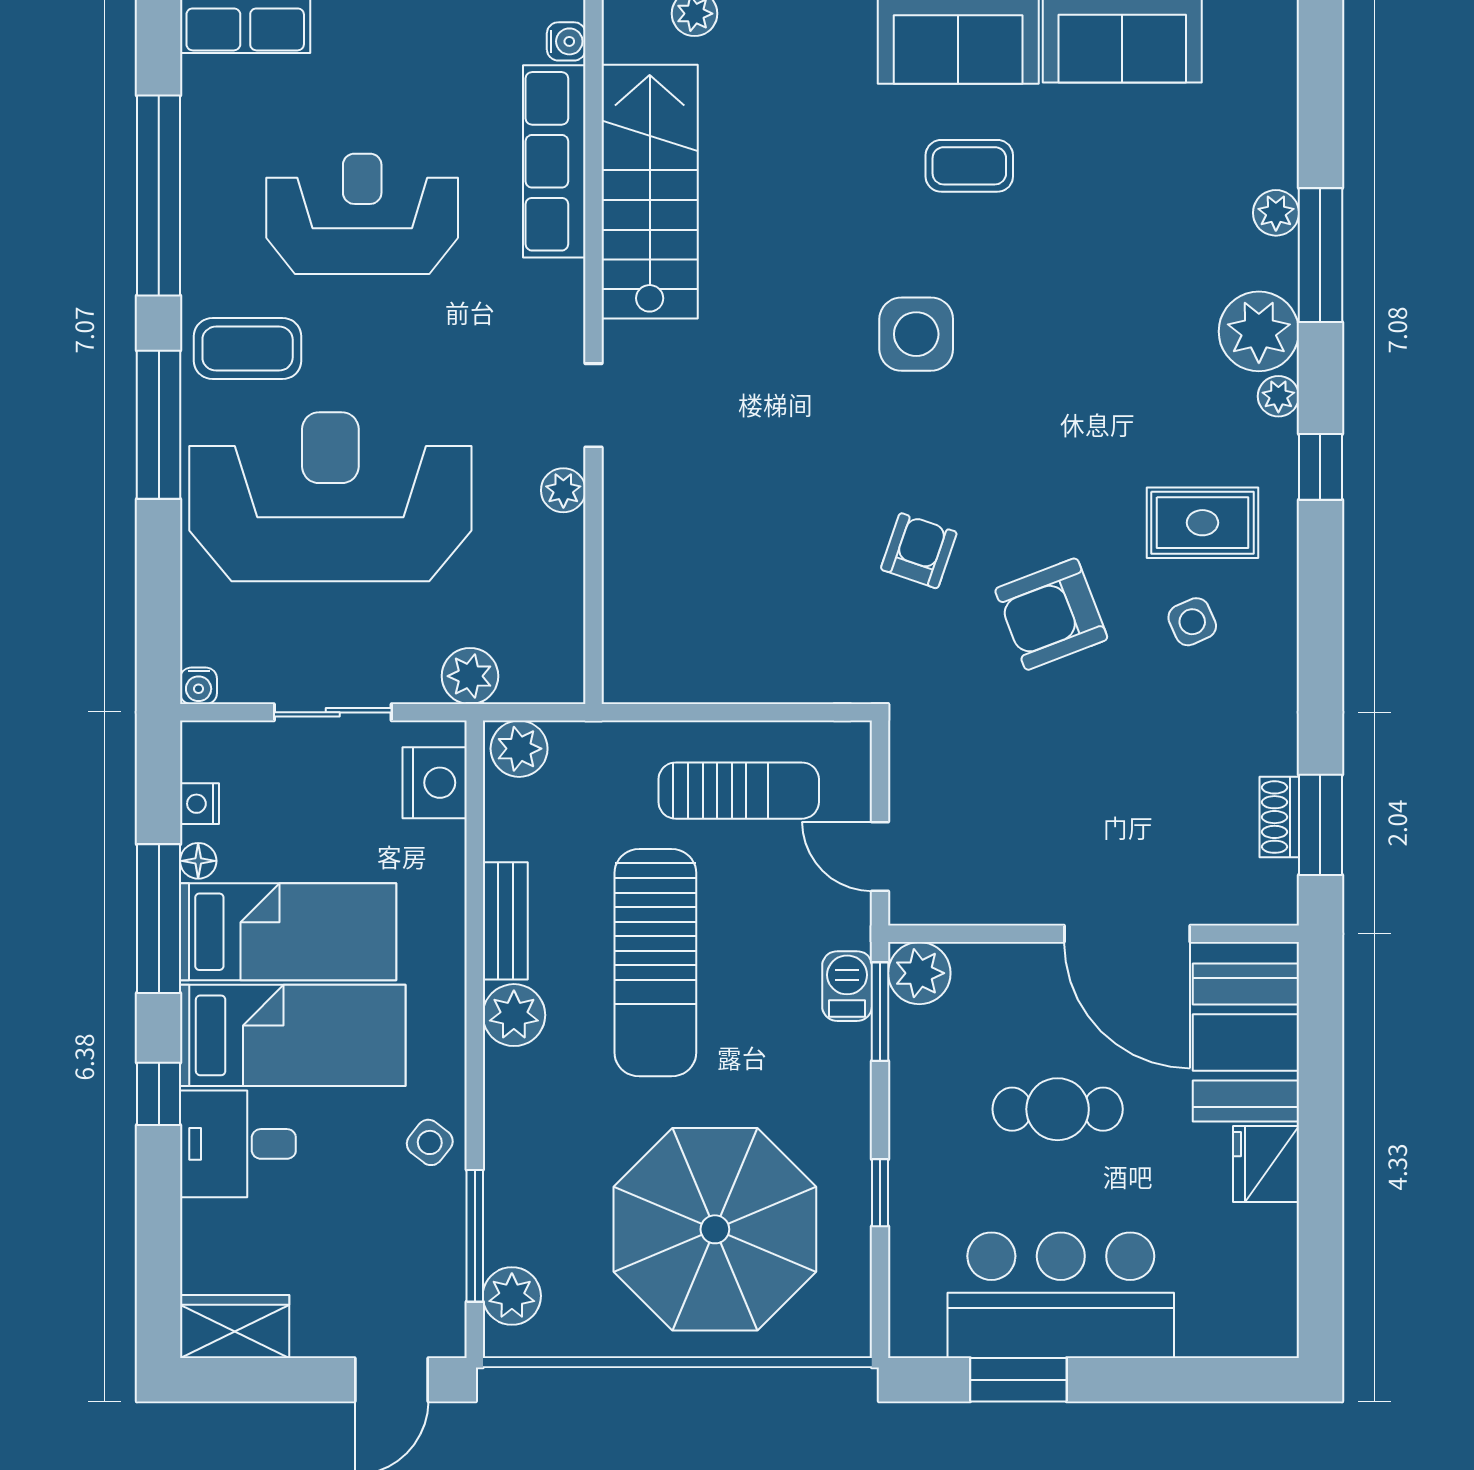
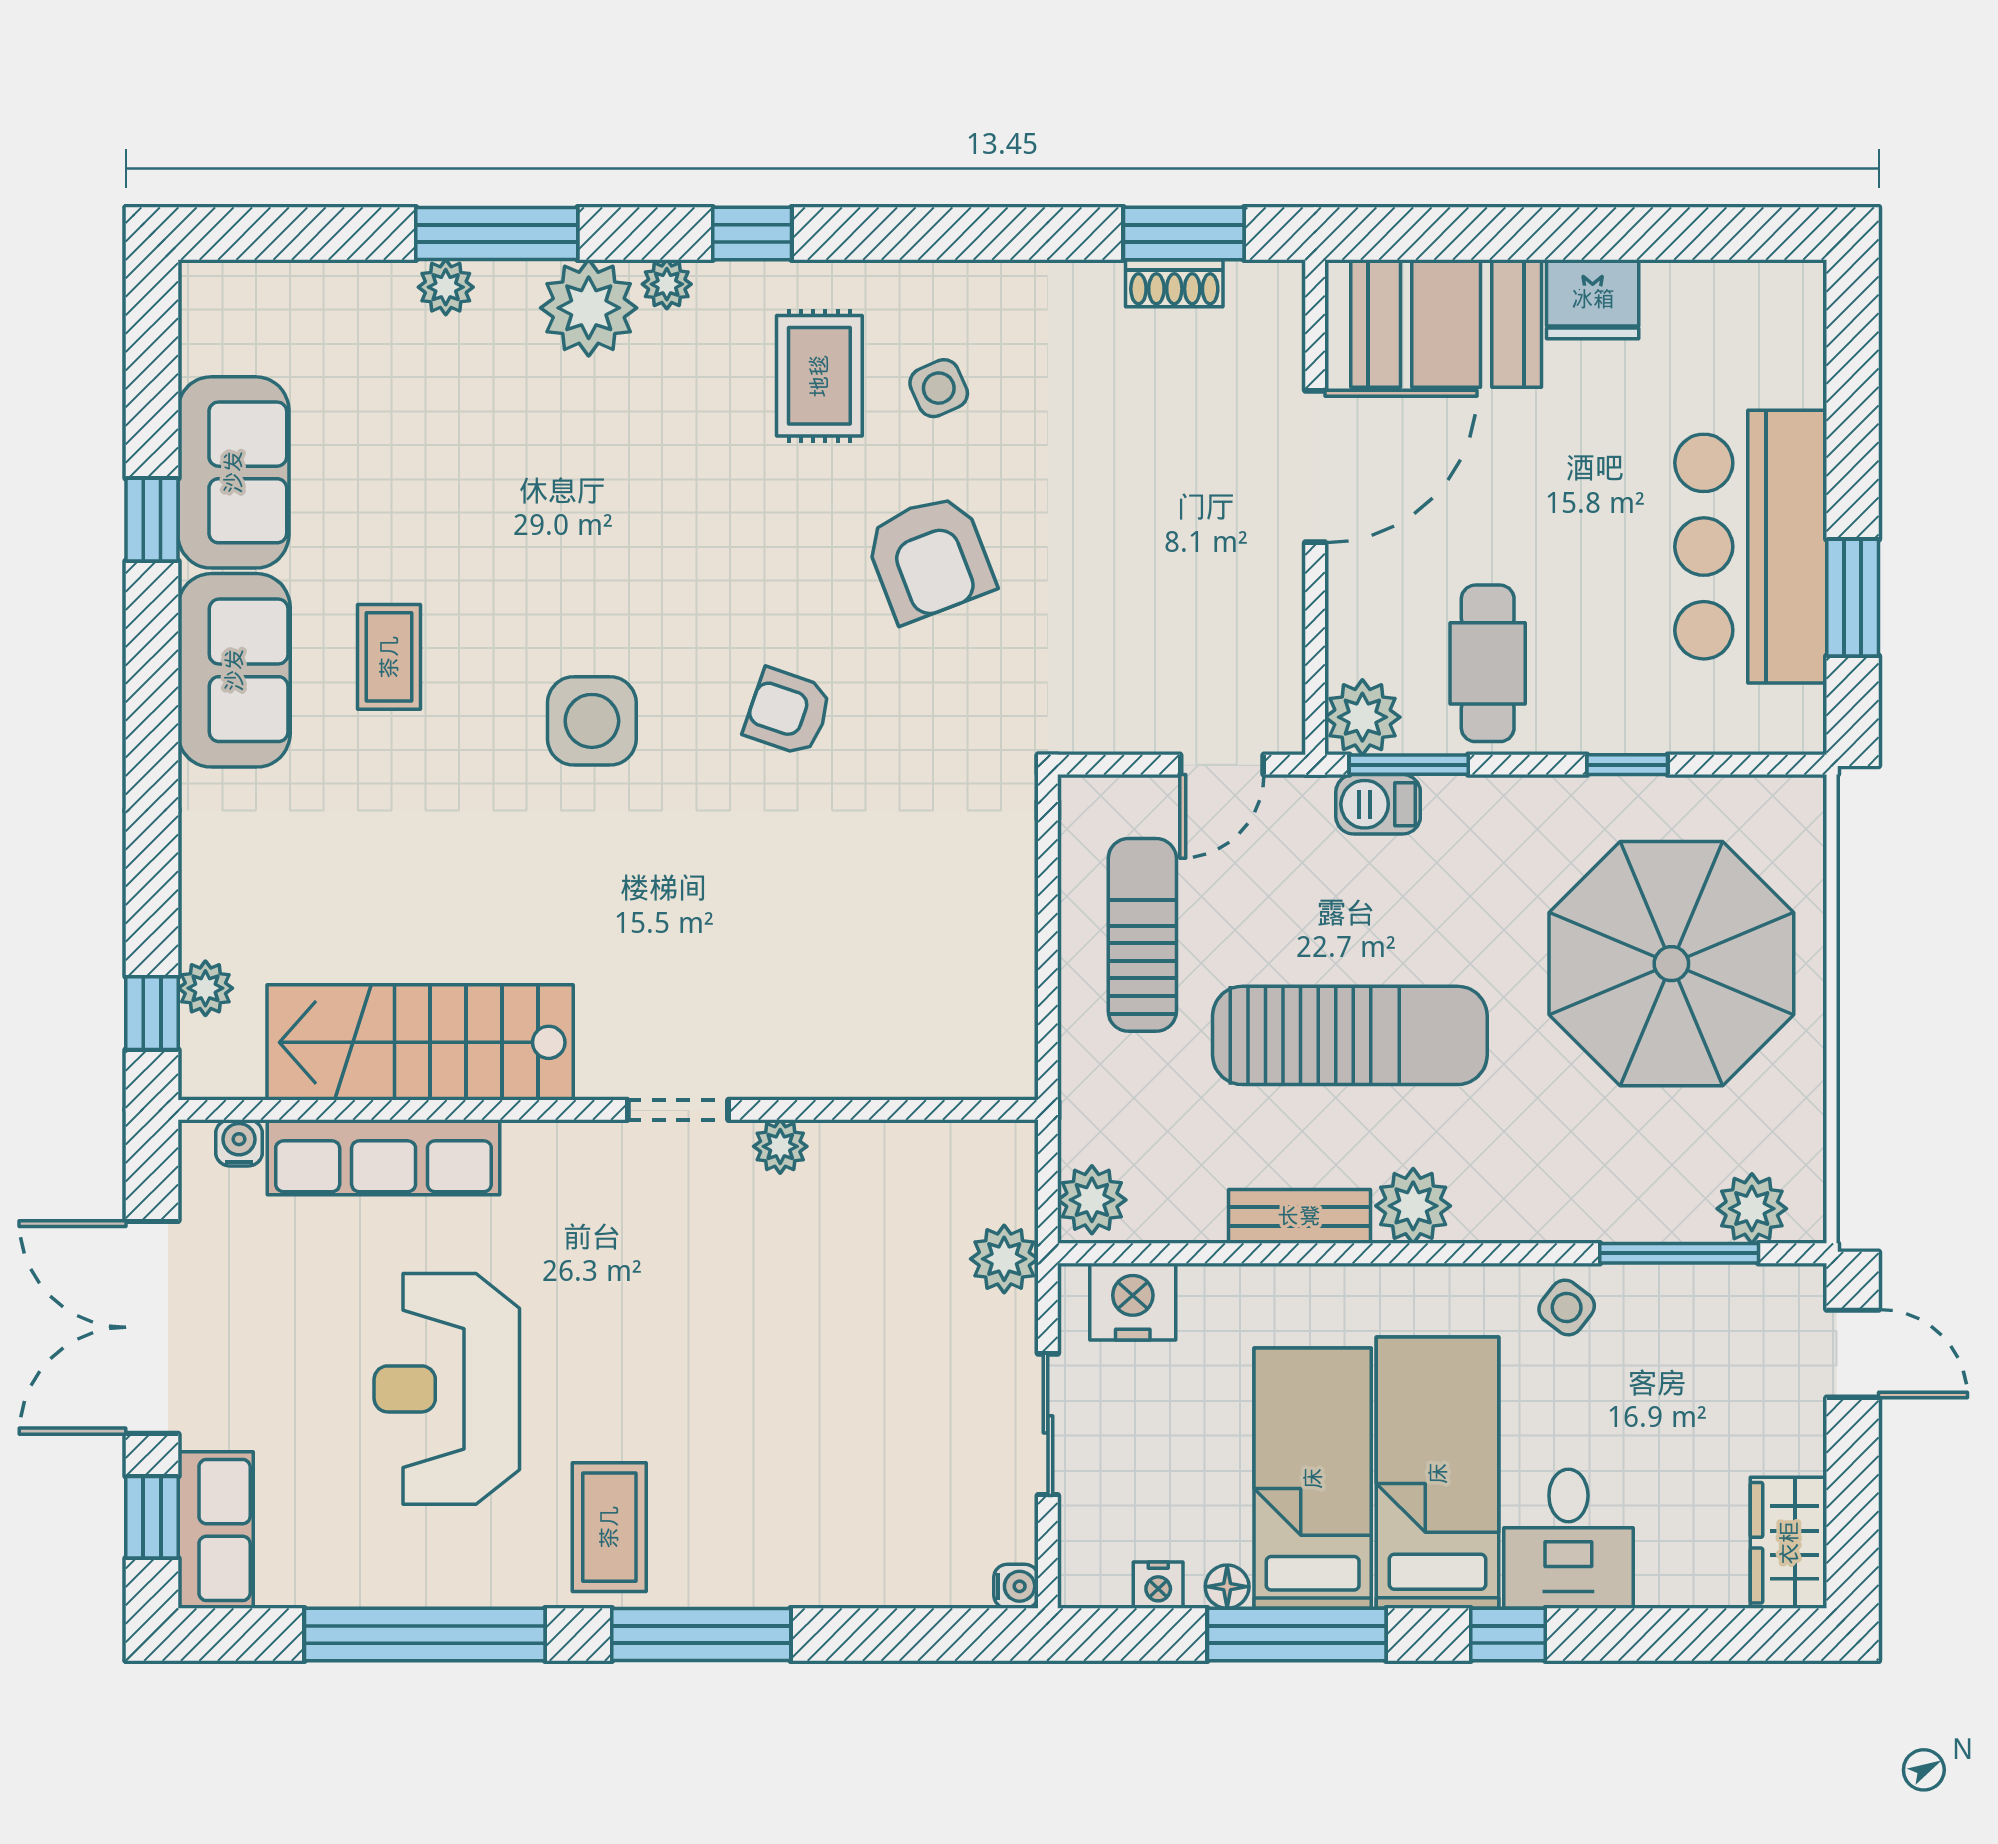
reception desk: (330, 497) -> (788, 1427), removed
armchair: (919, 551) -> (788, 712), moved
cafe table: (1058, 1109) -> (1488, 663), moved

